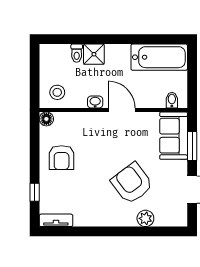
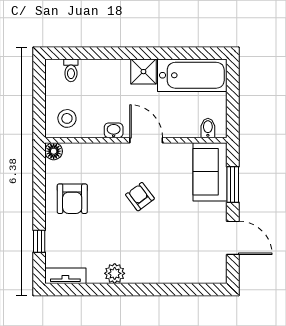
toilet: (77, 53) -> (71, 70), moved
shower: (94, 54) -> (143, 72), moved
armchair: (132, 183) -> (140, 197), moved, width x0.53, depth x0.53
plant: (145, 218) -> (115, 273), moved

